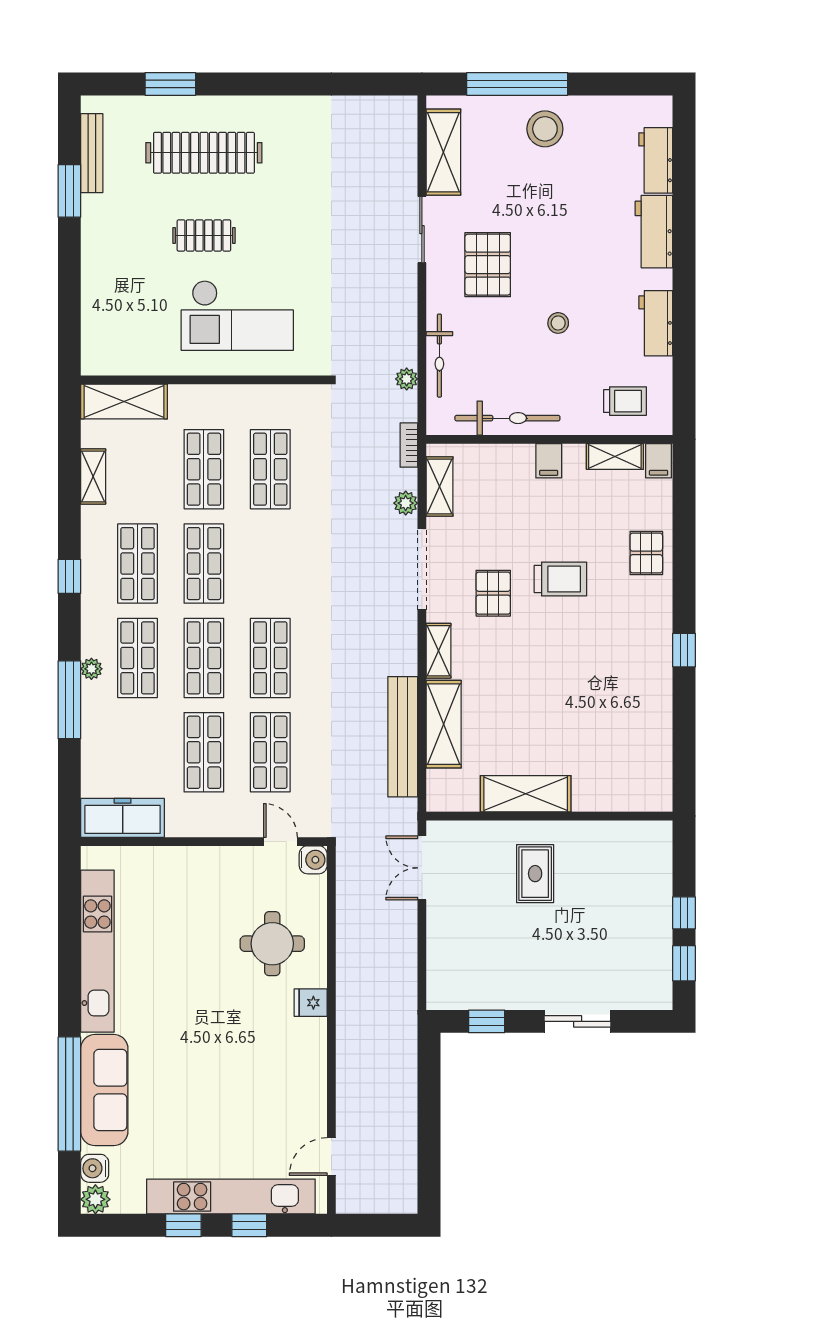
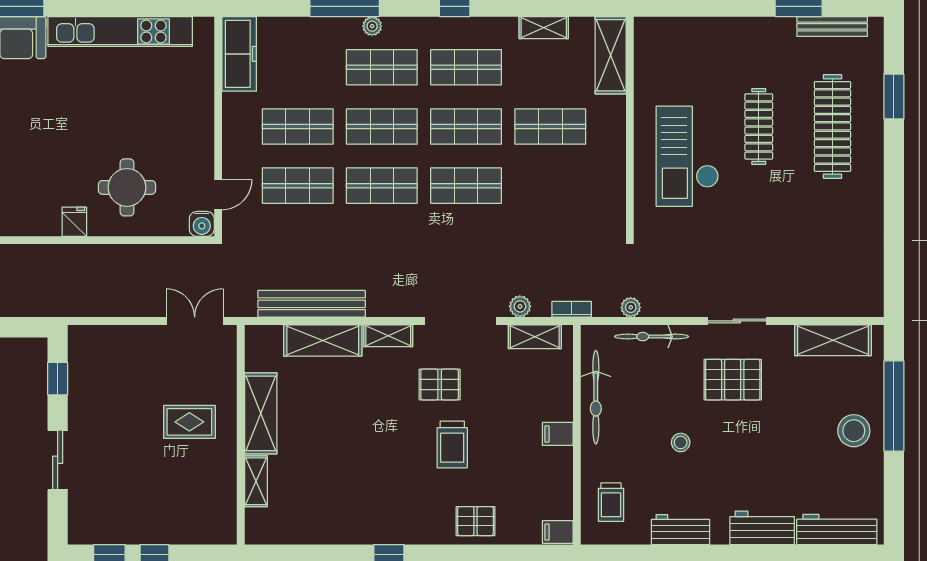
workbench: (656, 160) -> (837, 530), width x1.38
sliding door: (422, 230) -> (737, 321), moved
clothes rail: (204, 235) -> (759, 126), width x1.36
shelving: (615, 456) -> (256, 481), moved
shop shelf: (270, 469) -> (466, 186), moved

